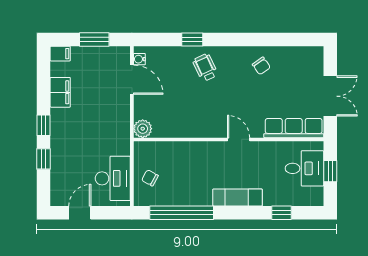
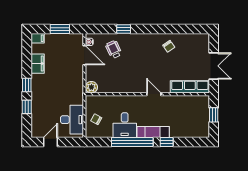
wheelchair: (205, 67) -> (114, 49), moved
desk: (304, 168) -> (125, 125), moved, turned 90
window: (182, 213) -> (132, 142), moved
window: (281, 213) -> (167, 142), moved

